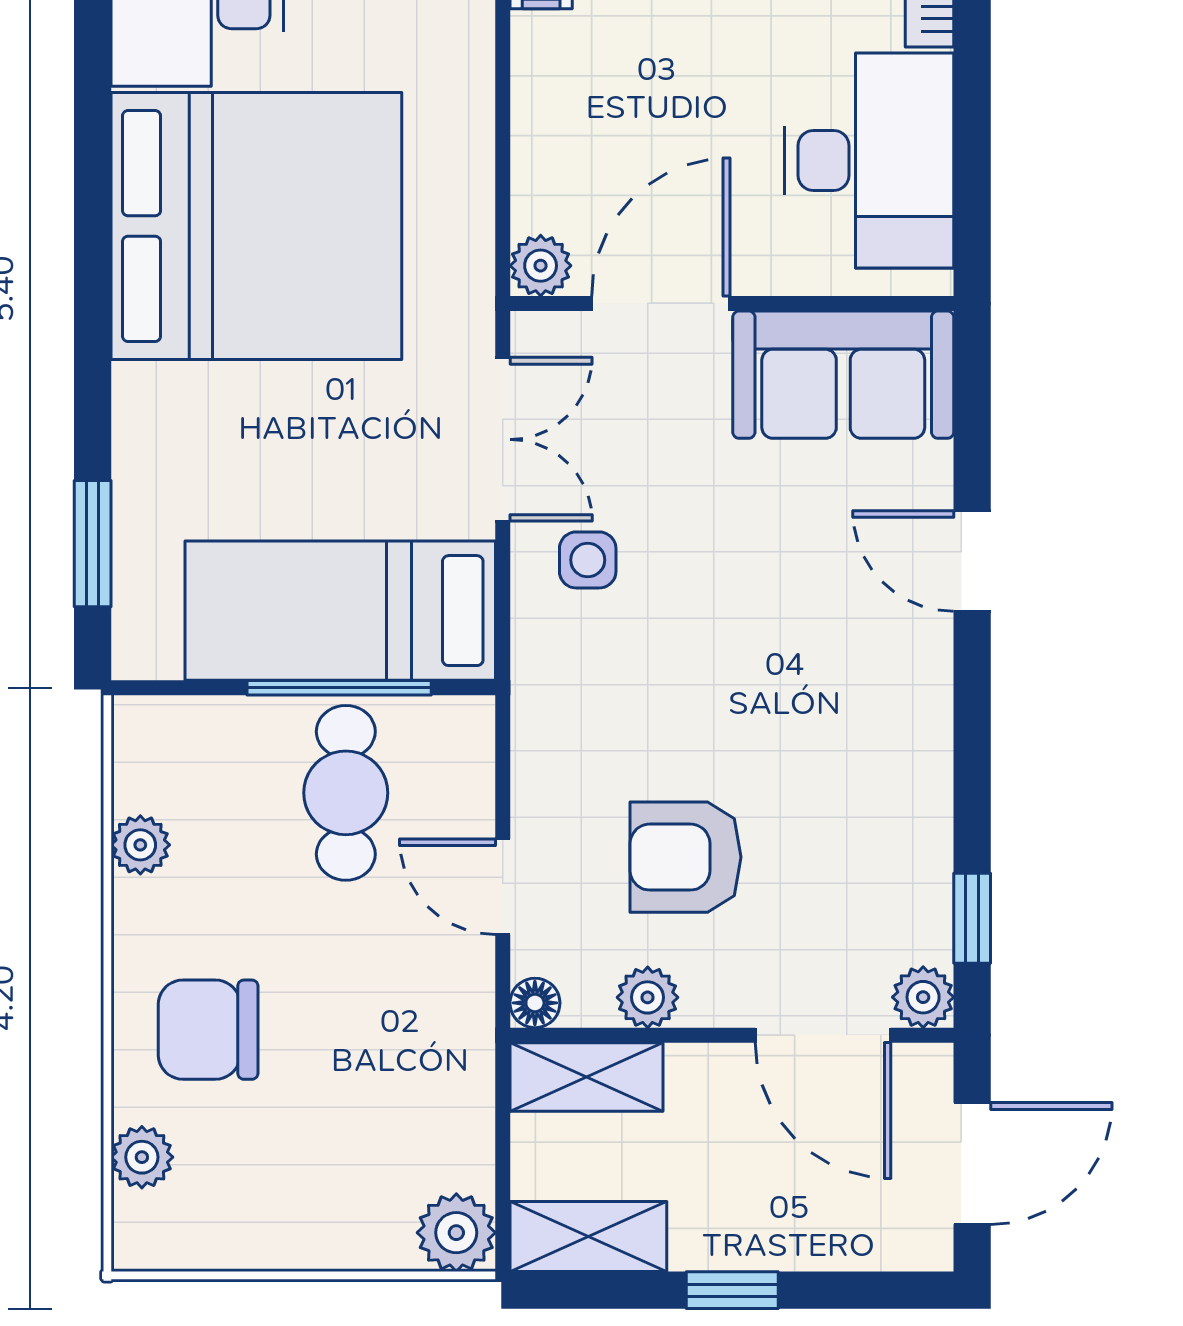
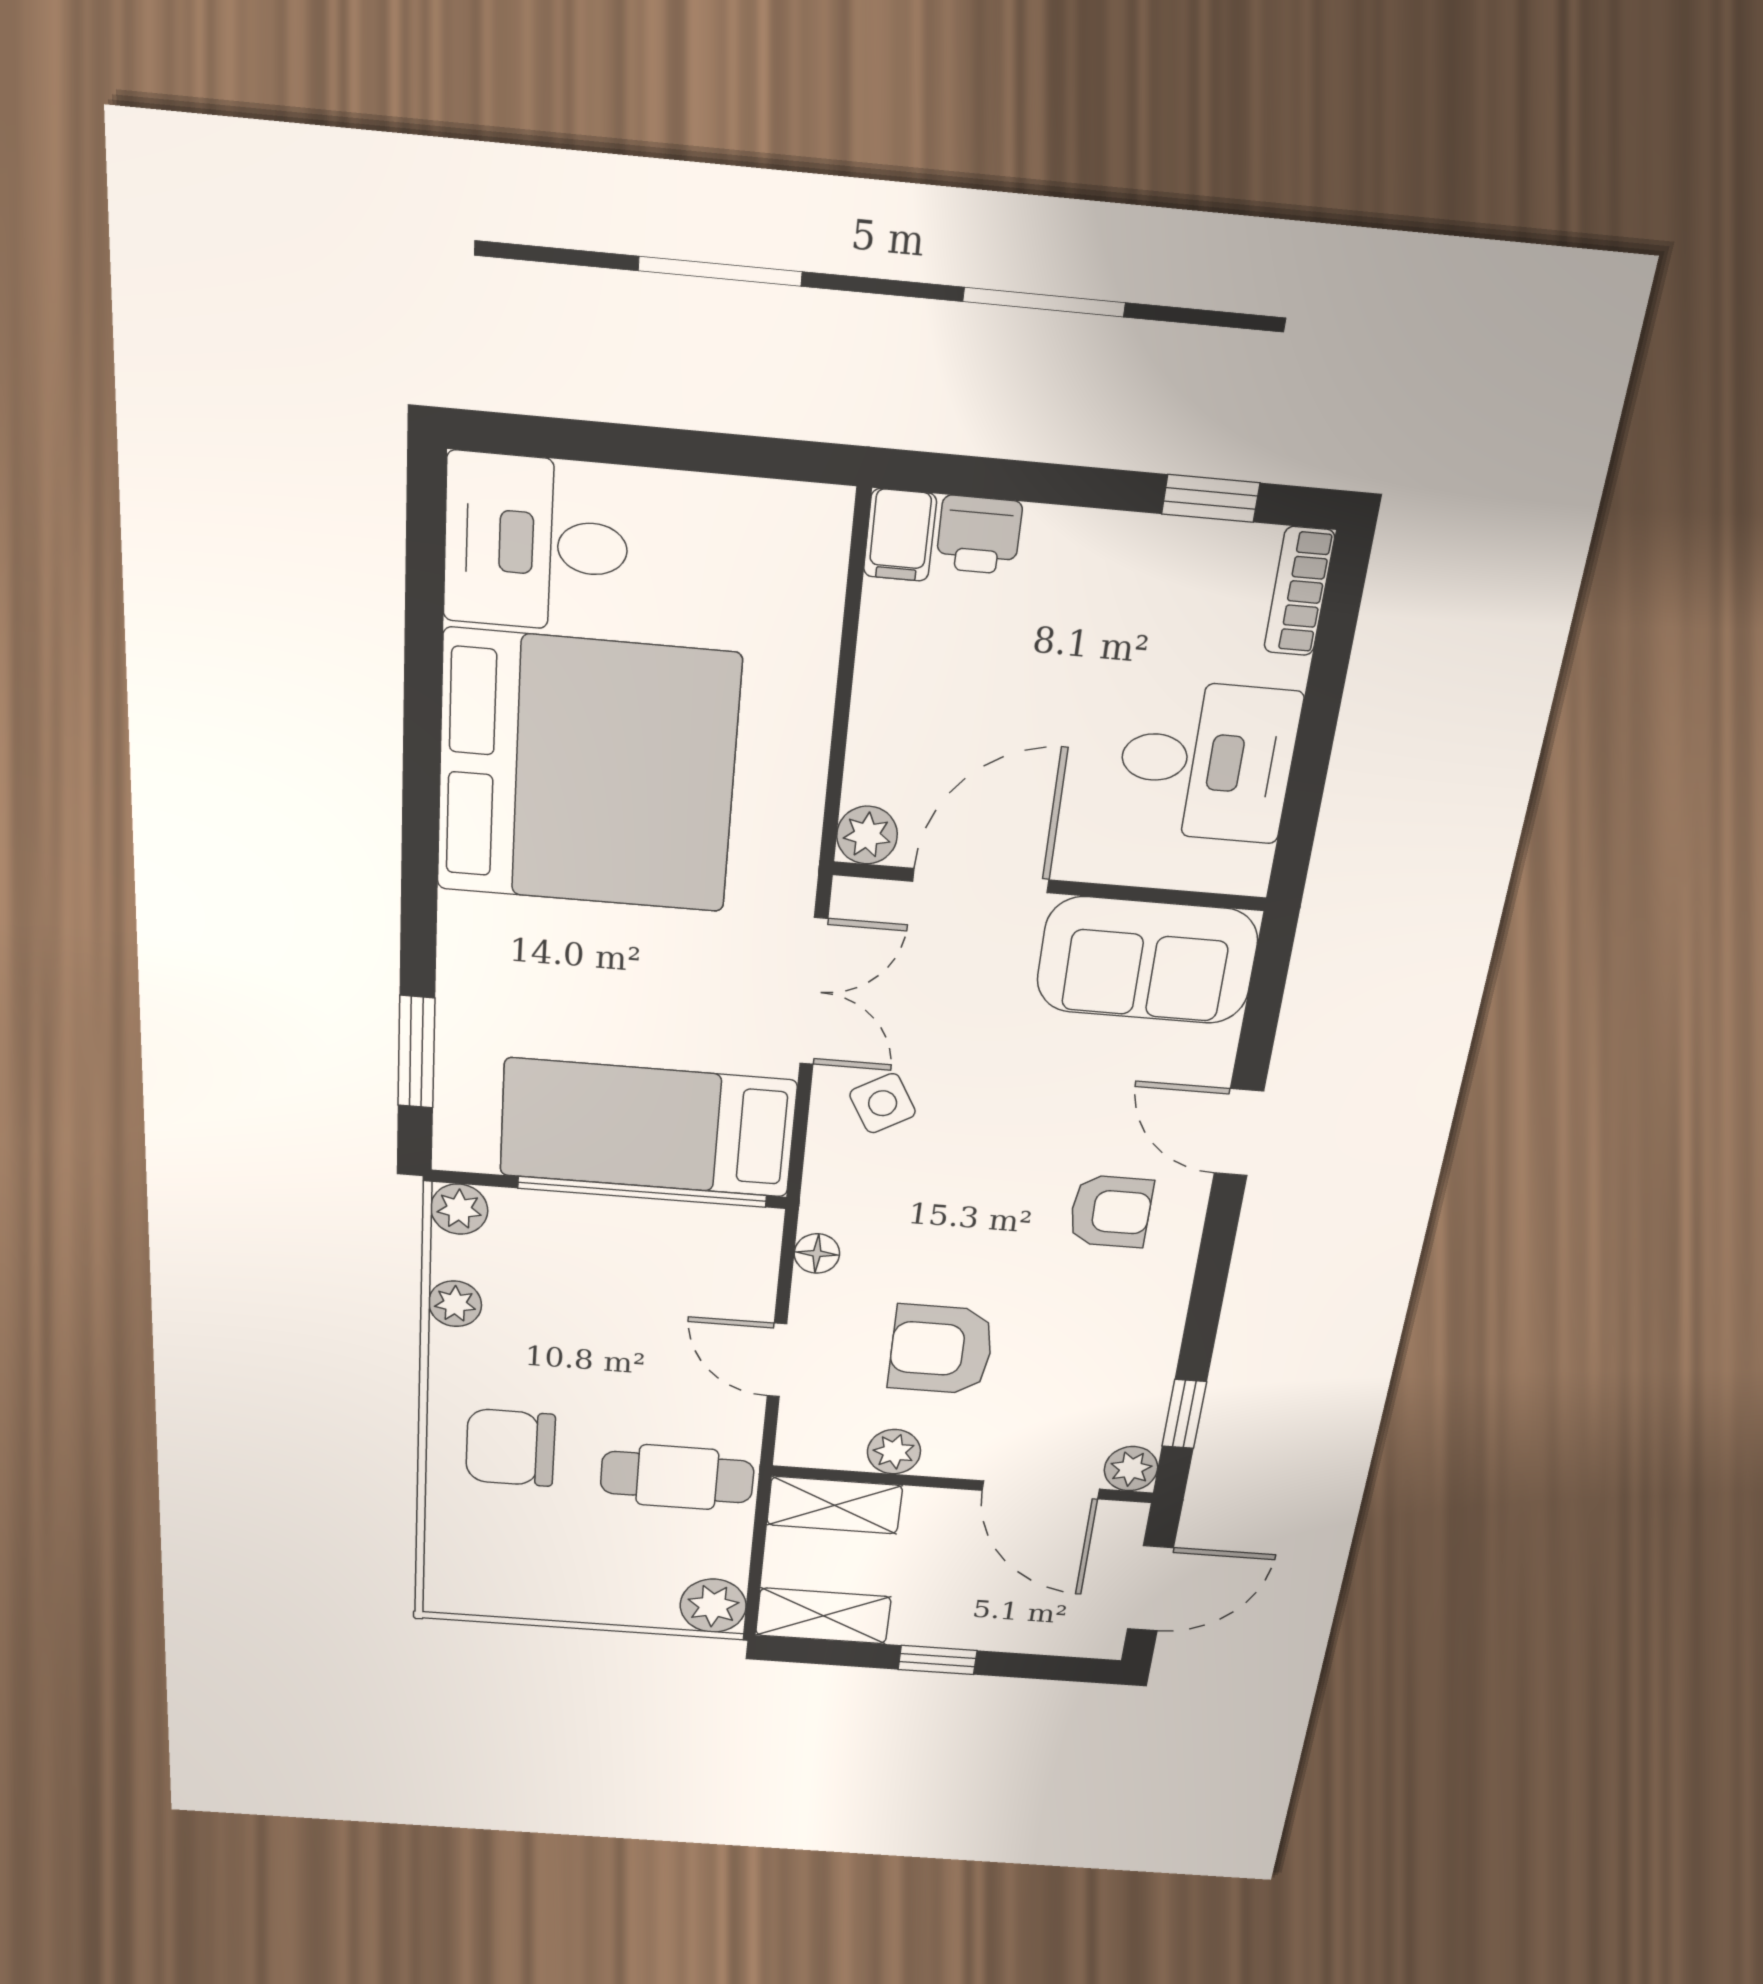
desk: (869, 161) -> (1207, 762), width x0.73
side table: (588, 560) -> (883, 1103), turned -30
armchair: (849, 667) -> (1111, 1211), added
window: (339, 688) -> (642, 1192), width x1.46
cafe table: (346, 793) -> (677, 1477), moved, turned 90
floor lamp: (535, 1003) -> (817, 1253), moved
plant: (142, 1157) -> (459, 1209), moved

